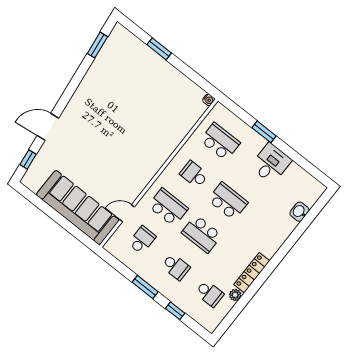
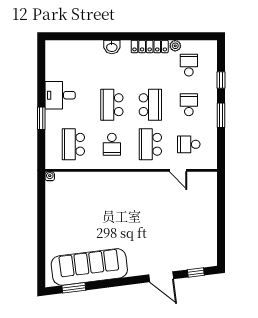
window: (159, 49) -> (41, 241), removed
sofa: (78, 208) -> (89, 267), moved, turned 83
washbasin: (299, 212) -> (112, 47), moved

